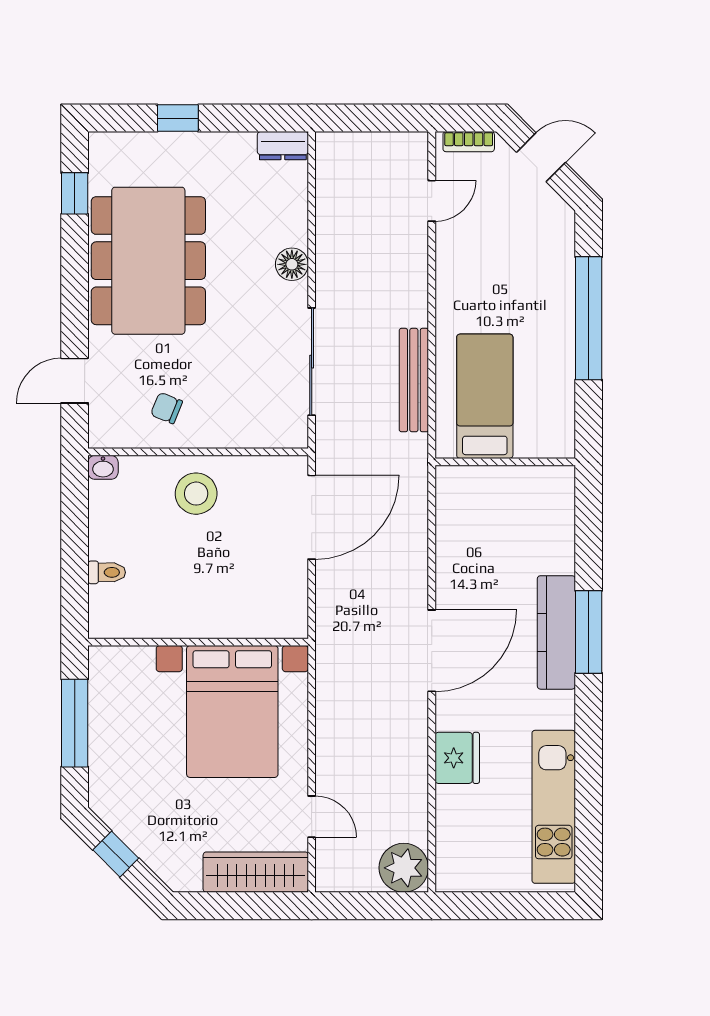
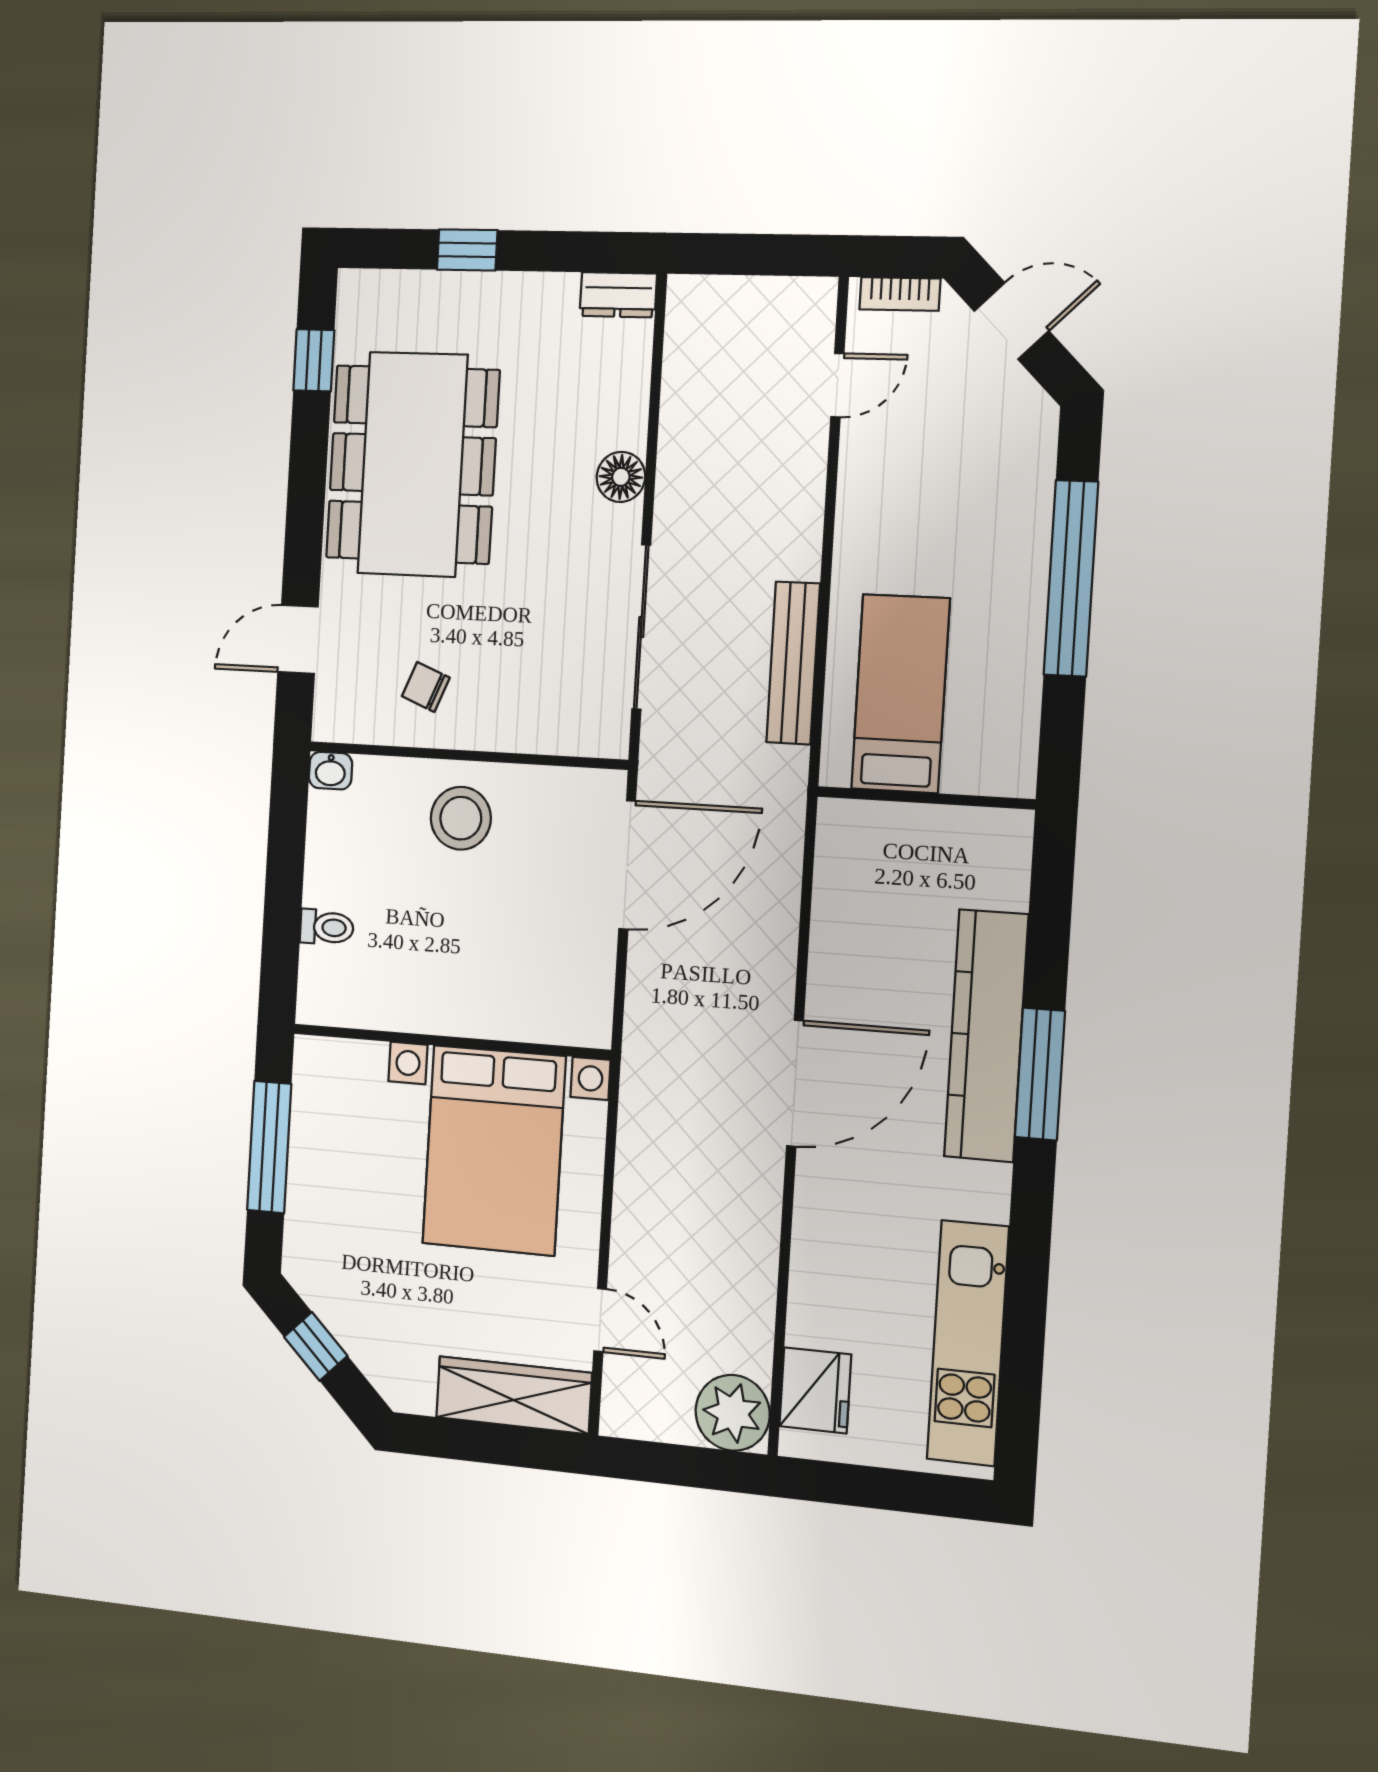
kitchen counter: (556, 632) -> (986, 1036), width x1.39, depth x1.17
fridge: (457, 758) -> (815, 1390), moved

